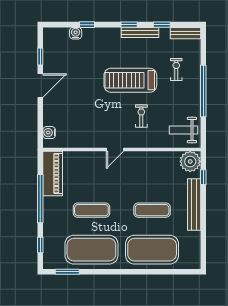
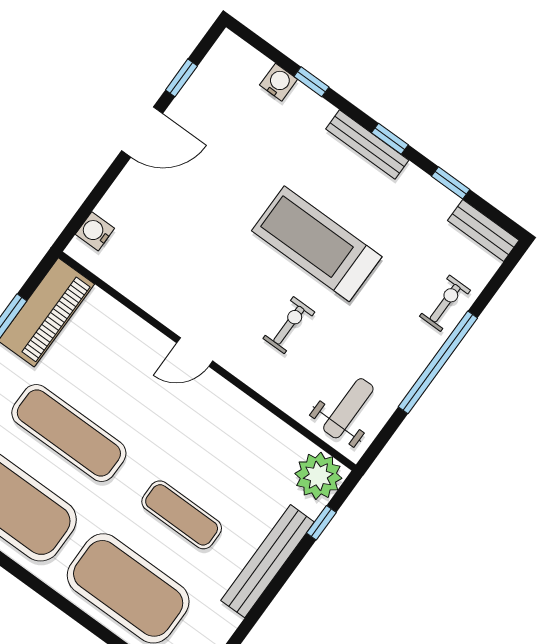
bench: (140, 32) -> (367, 145), moved
exercise bike: (176, 69) -> (445, 303), moved
weight bench: (183, 130) -> (348, 408), turned 90
exercise mat: (91, 210) -> (69, 433), width x1.36, depth x1.45

